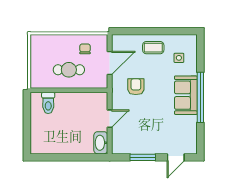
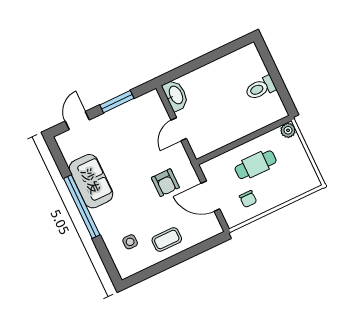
door: (110, 63) -> (210, 196), hinge flipped
plant: (36, 83) -> (288, 130), added
sofa: (186, 95) -> (91, 181), moved
toilet: (48, 103) -> (260, 88), moved, turned -90

